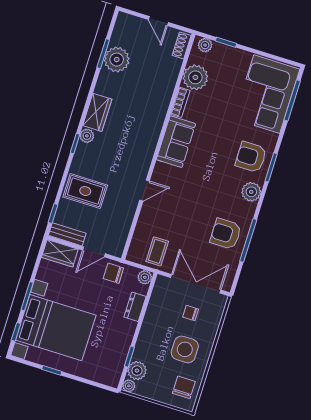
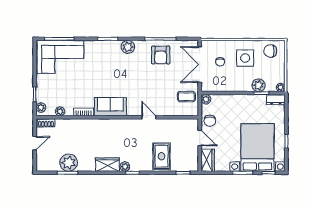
plant: (195, 77) -> (60, 111), width x0.53, depth x0.53
armchair: (251, 157) -> (105, 54), removed
bench: (67, 234) -> (194, 159), removed
dresser: (135, 307) -> (276, 100), moved
plant: (137, 371) -> (259, 85), moved

